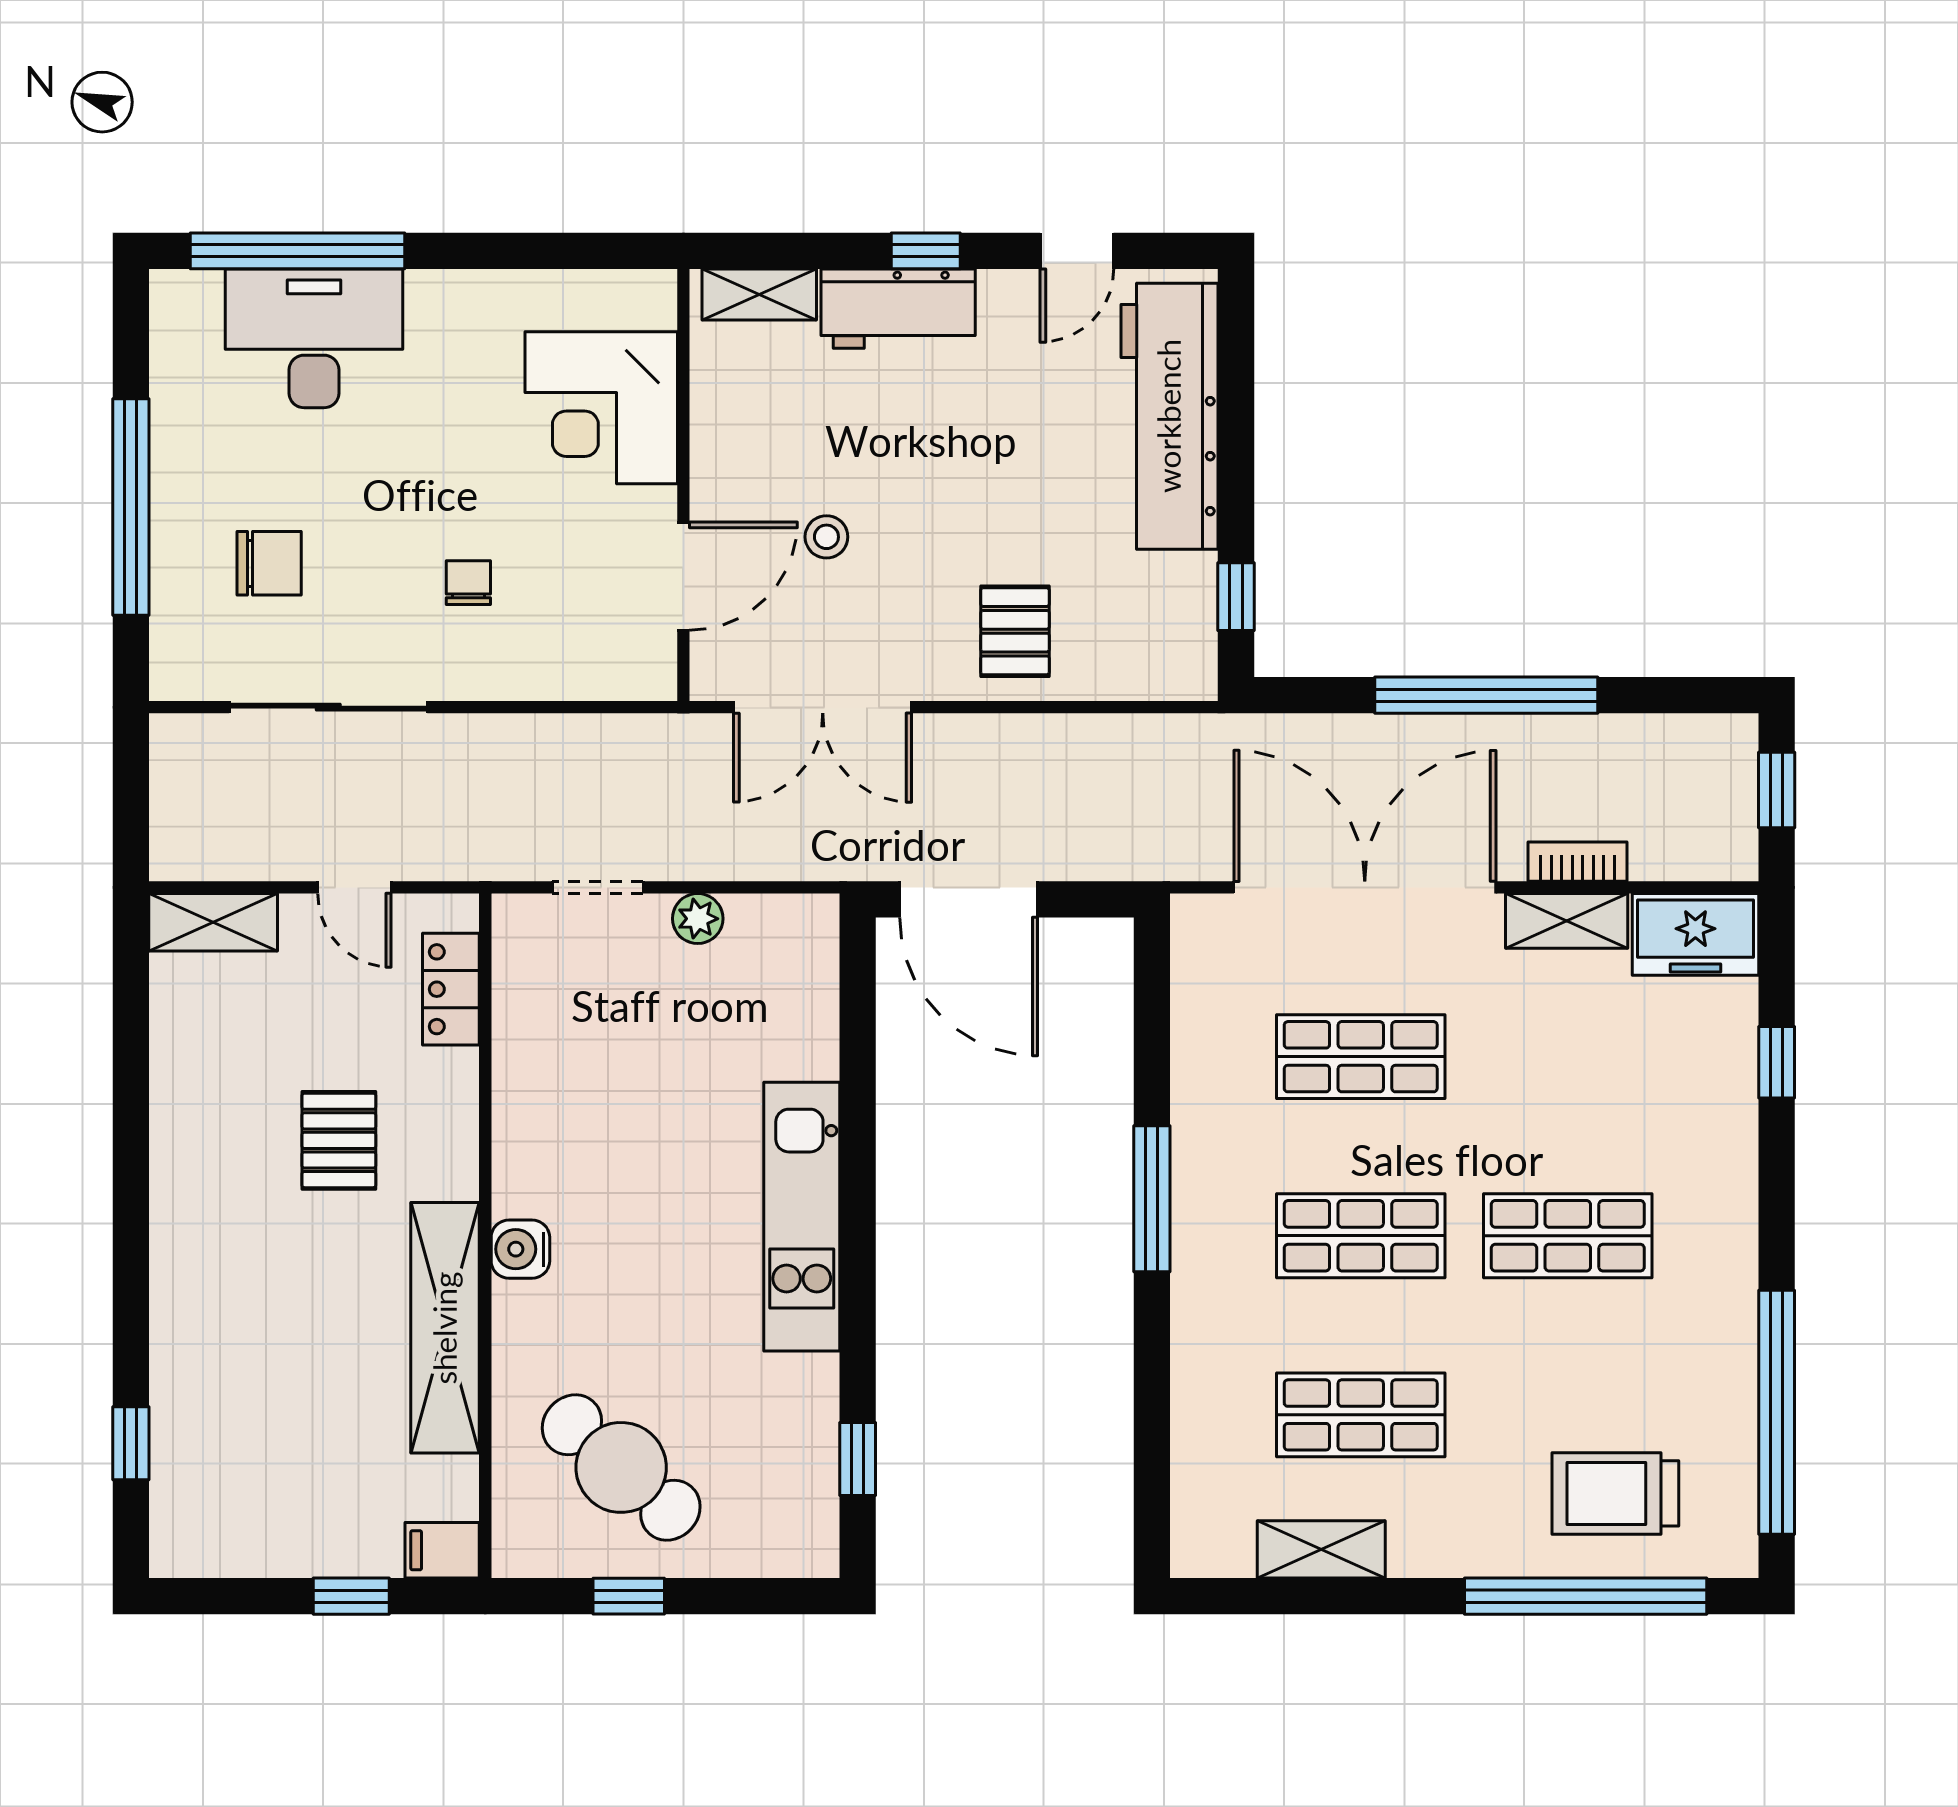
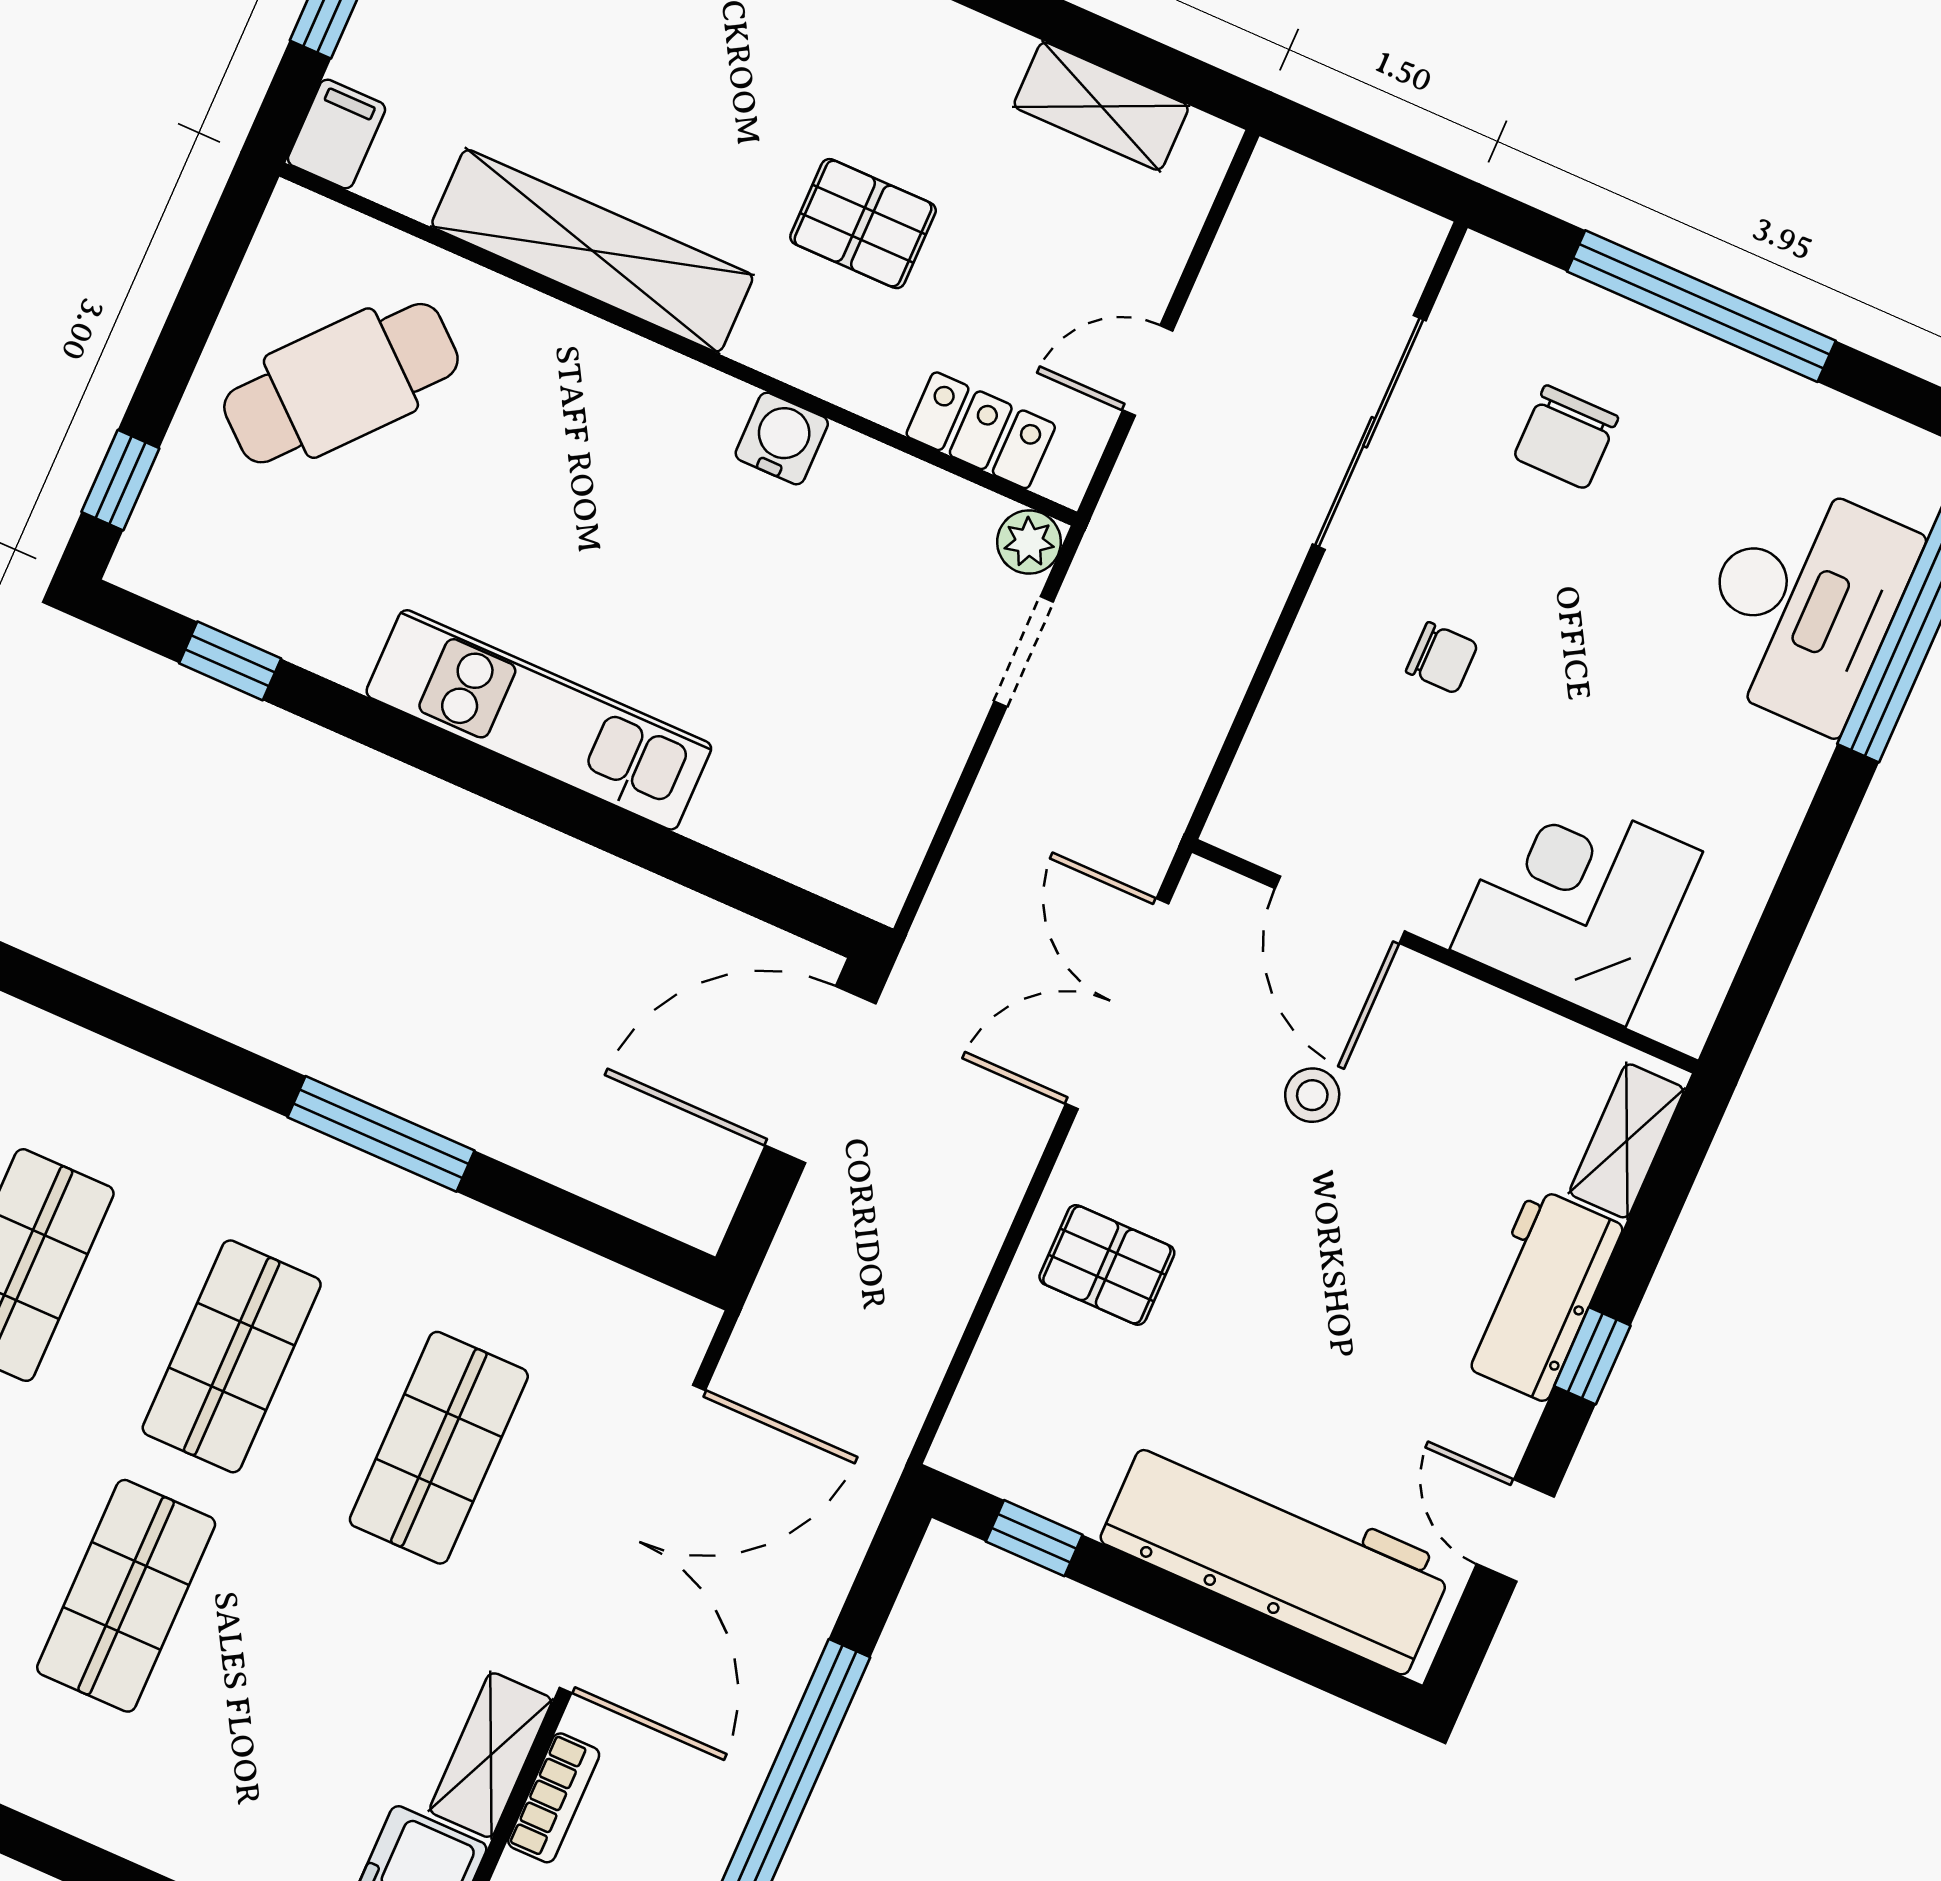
plant: (698, 919) -> (1029, 542), moved
shelving: (213, 922) -> (1101, 106), moved, turned 90
water cooler: (520, 1249) -> (782, 439), moved
window: (629, 1596) -> (120, 480), moved

